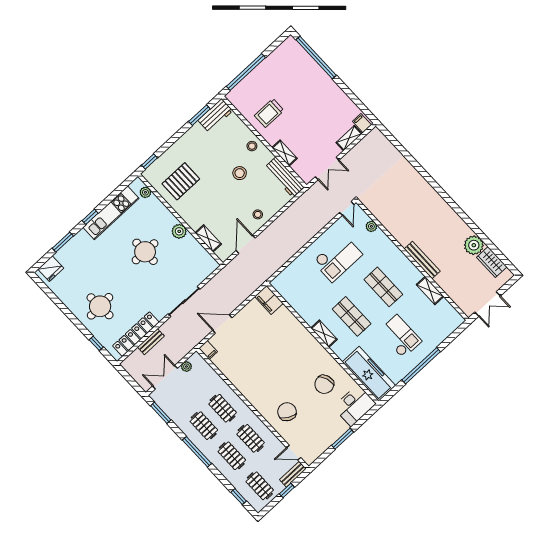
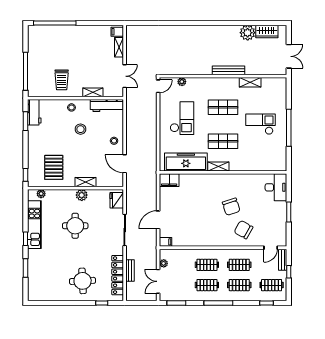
door: (347, 208) -> (158, 86), hinge flipped
shelving: (208, 238) -> (85, 182), moved
fridge: (51, 269) -> (117, 200), moved, turned 180
freezer: (369, 374) -> (186, 162), moved
chair: (324, 384) -> (231, 207), moved

